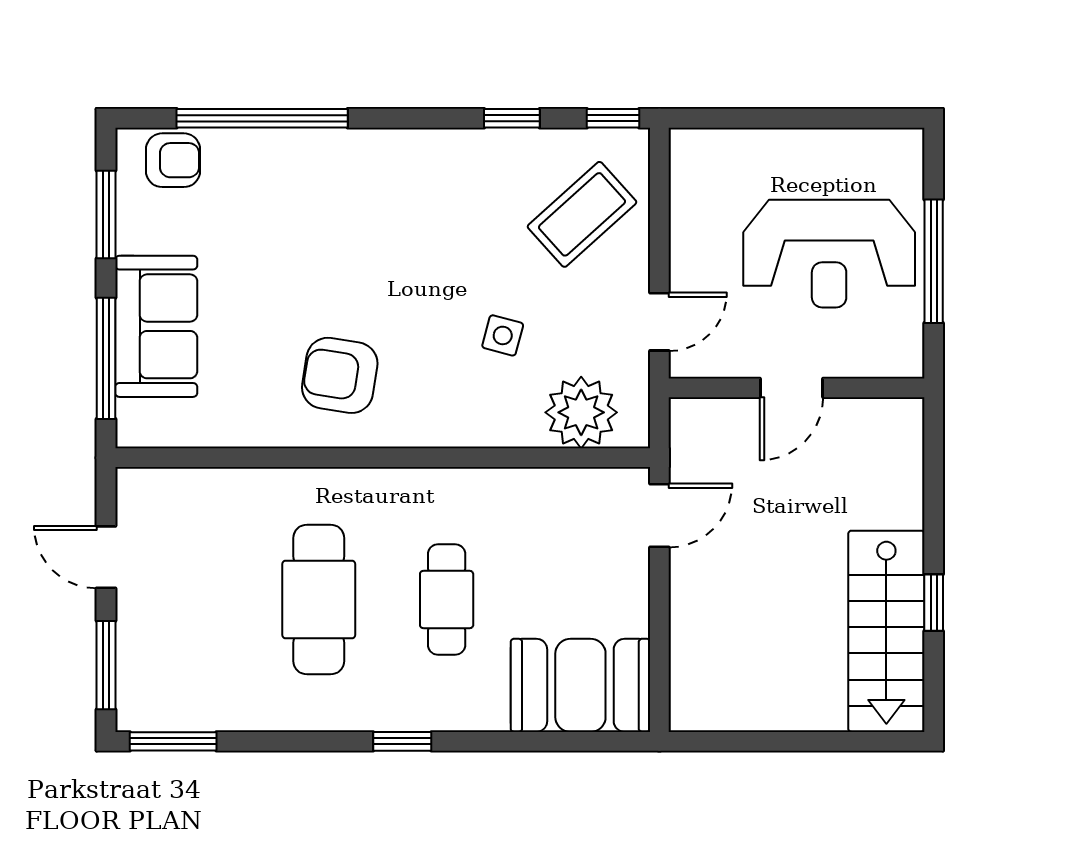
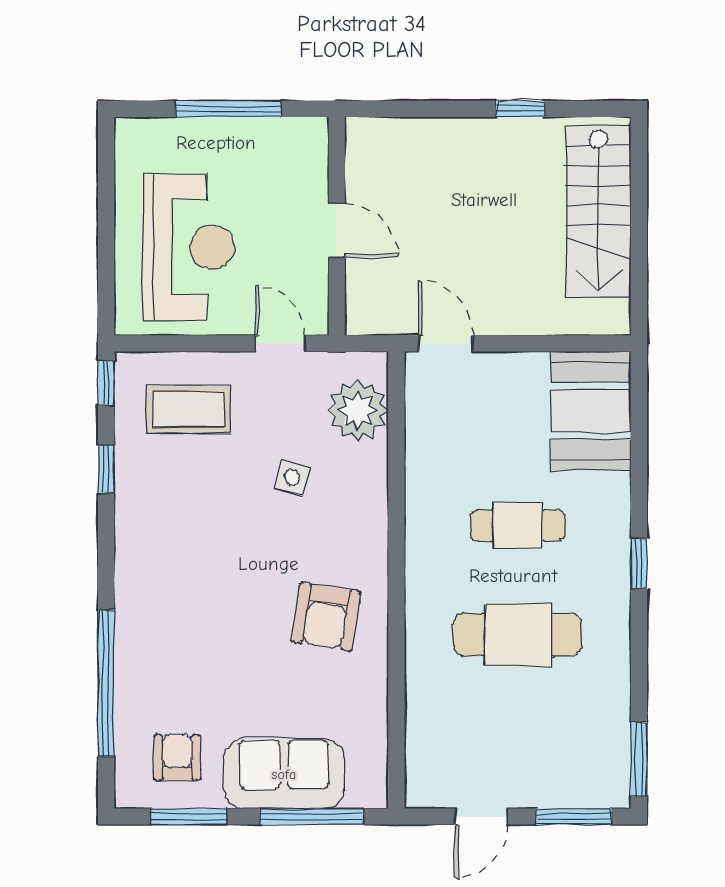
armchair: (173, 160) -> (177, 757), moved
coffee table: (582, 214) -> (188, 410), turned -48
reception desk: (829, 254) -> (189, 247), moved
stairs: (886, 631) -> (598, 211), moved, turned 90

